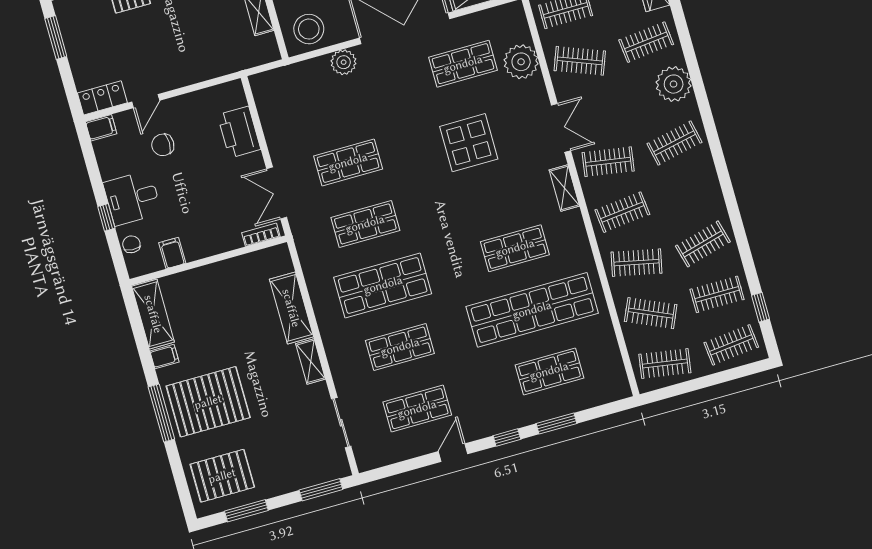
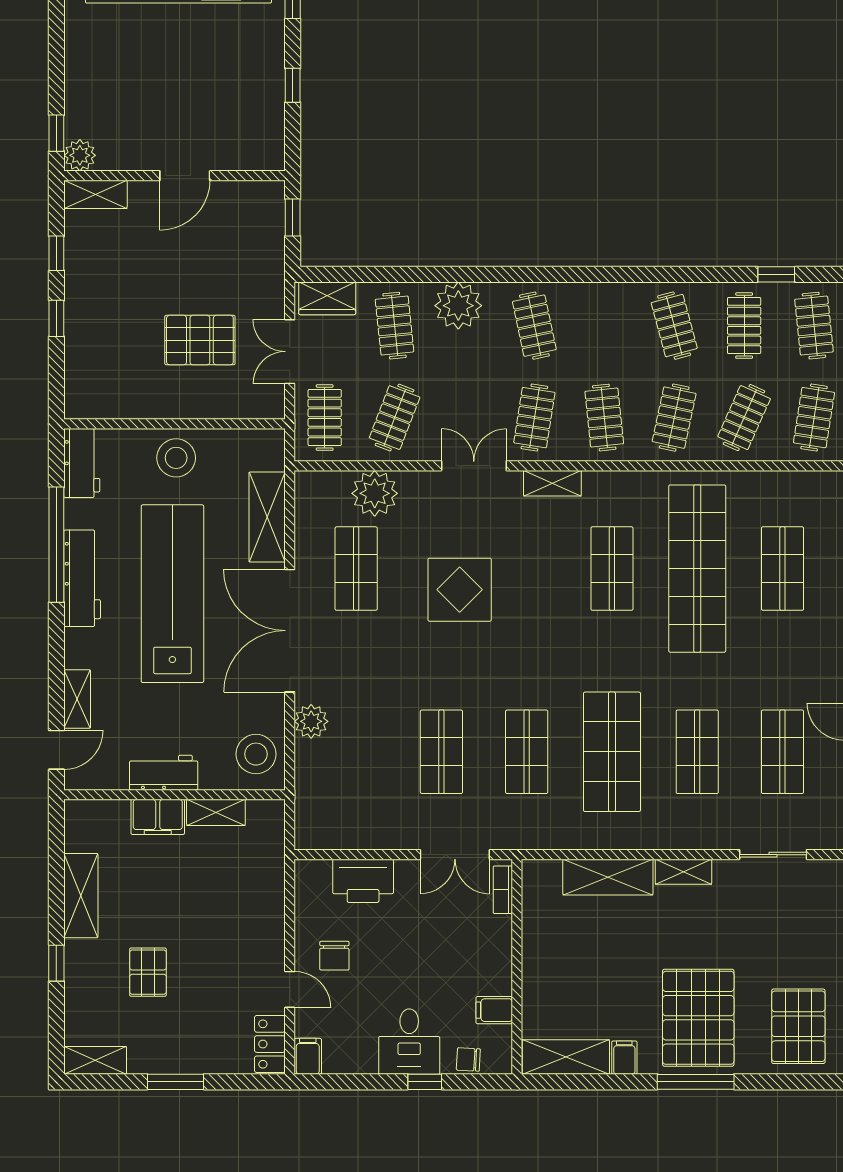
chair: (163, 145) -> (334, 956), moved

